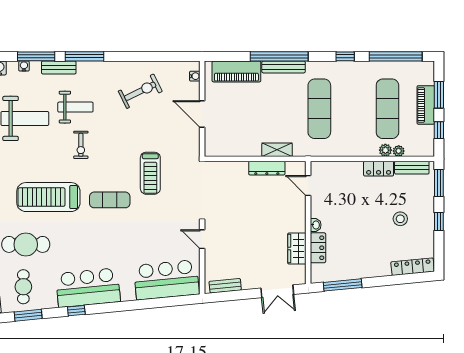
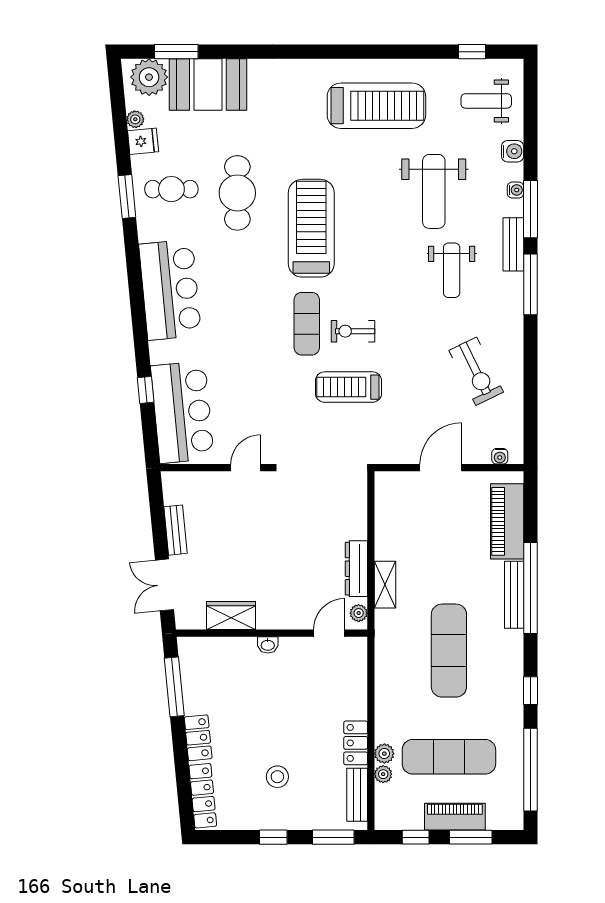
exercise mat: (319, 109) -> (449, 651), turned 90
exercise bike: (81, 145) -> (353, 331), moved
plant: (295, 167) -> (359, 613), added
locker: (318, 248) -> (198, 738), moved, turned -96
bench: (225, 286) -> (176, 530), moved
window: (76, 311) -> (146, 390), moved

